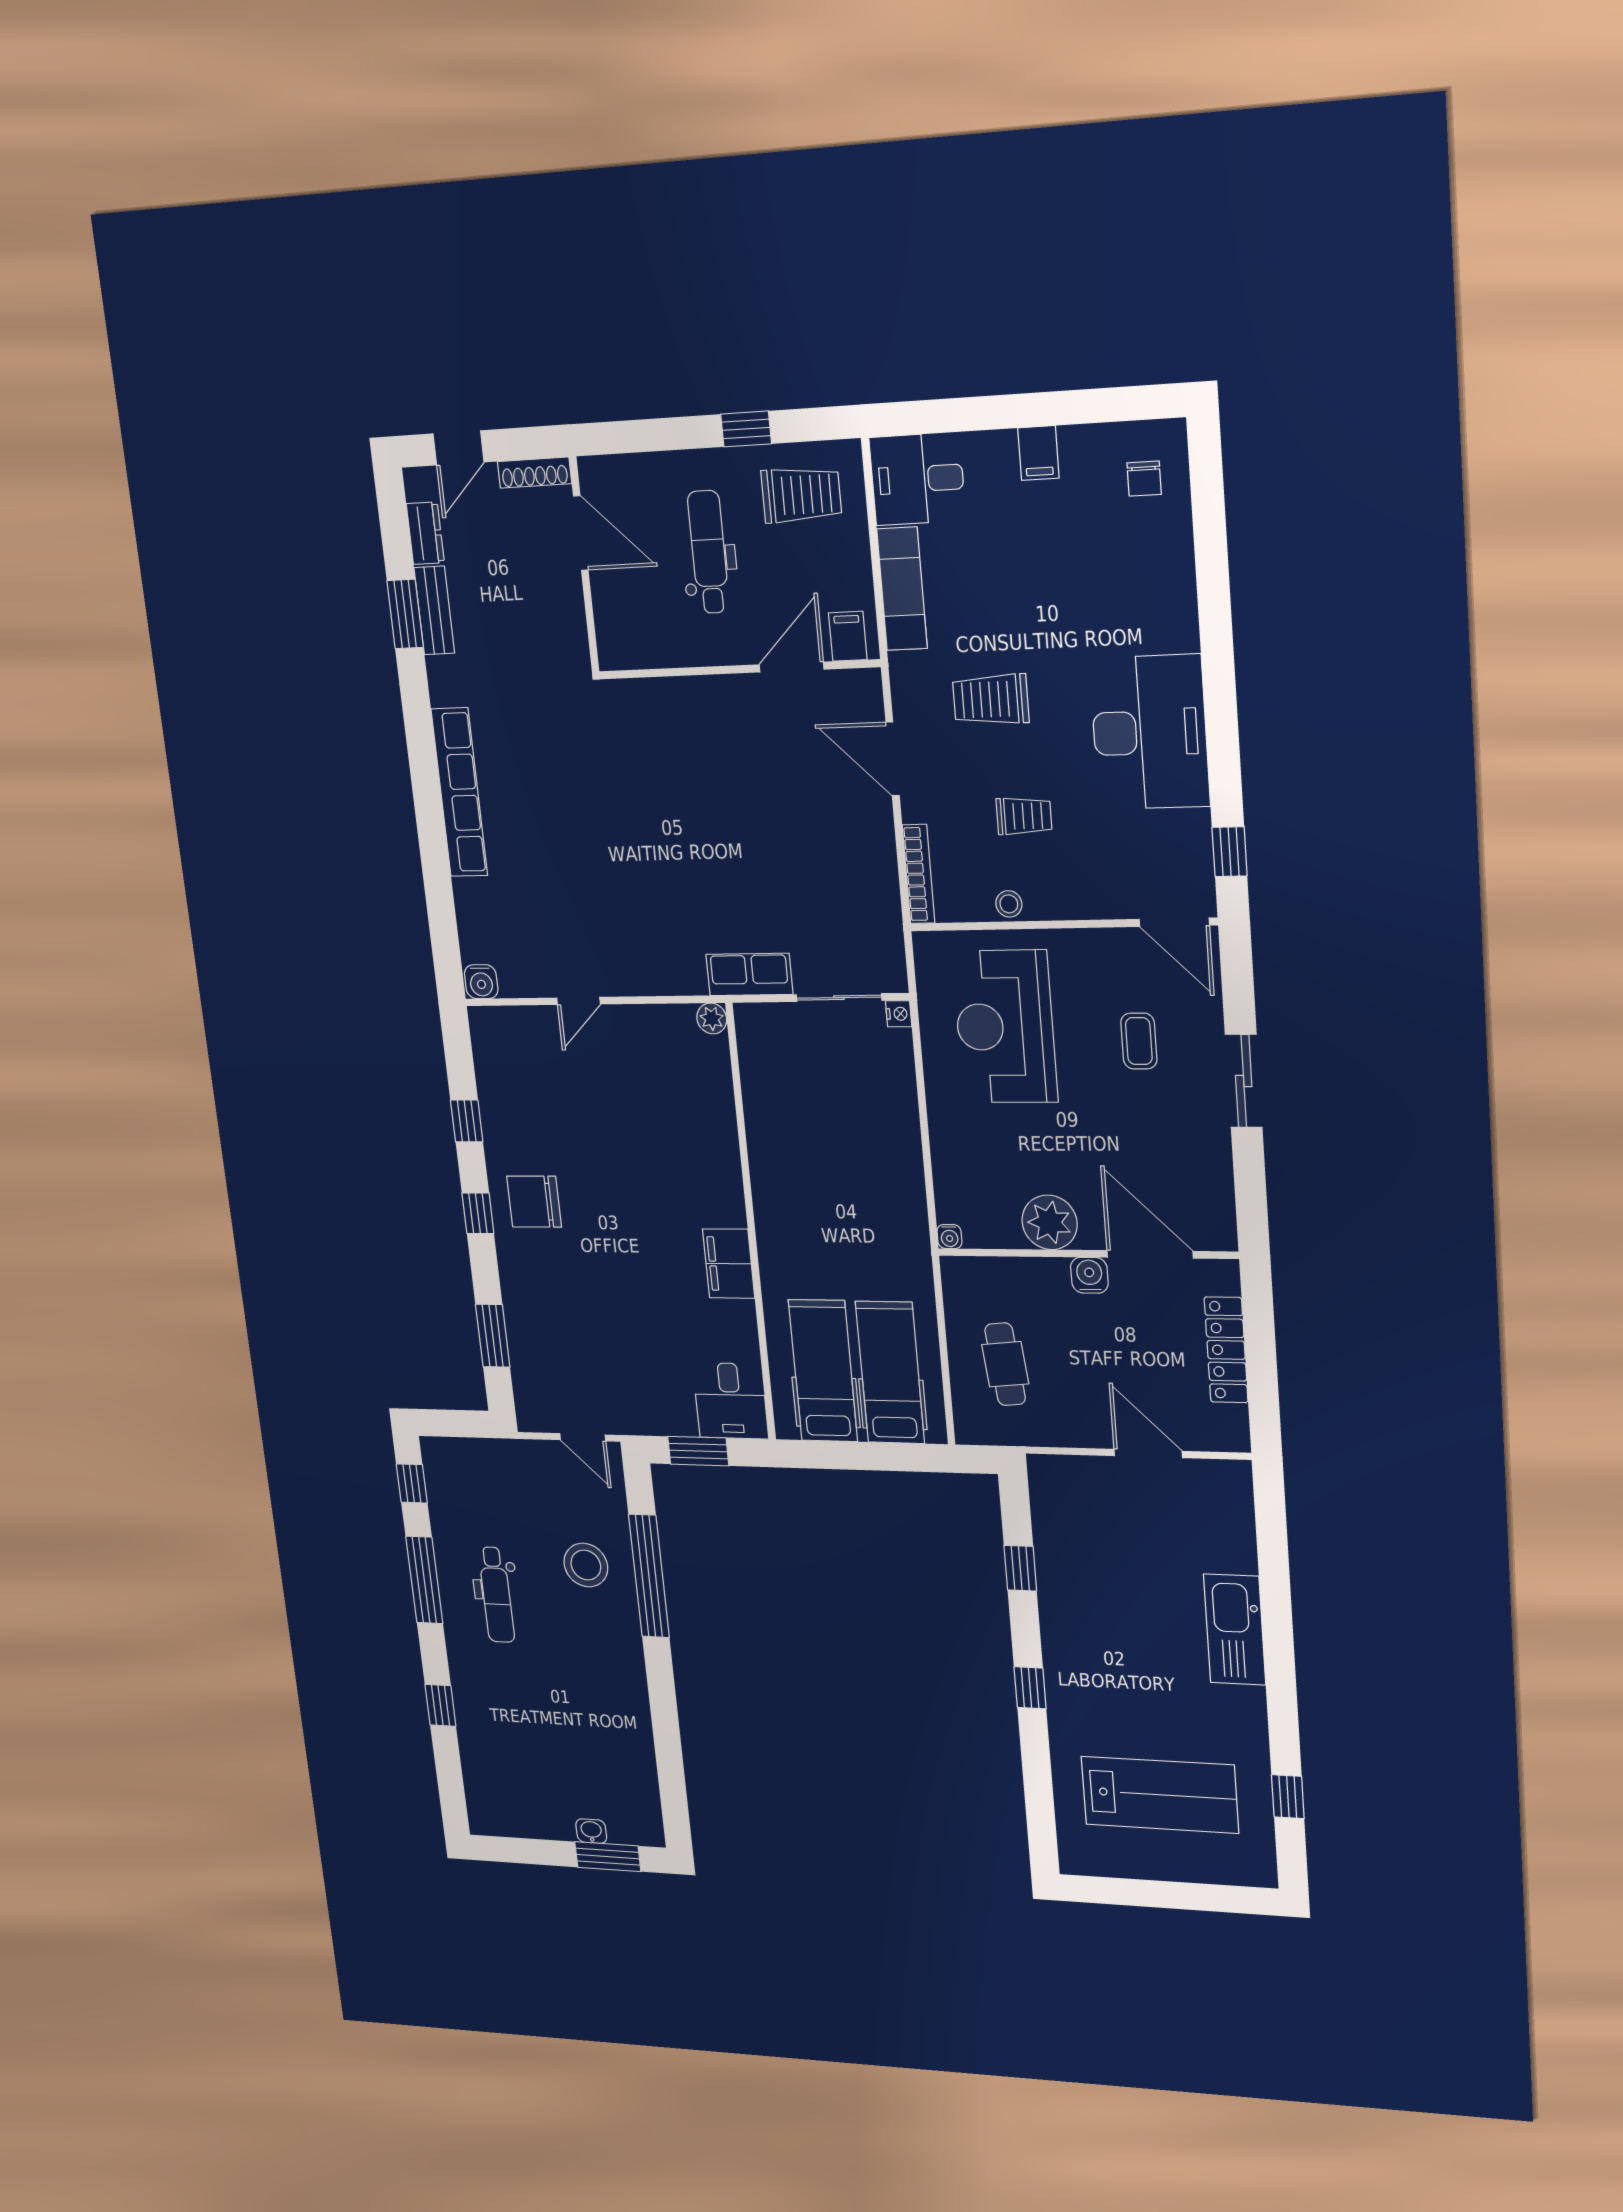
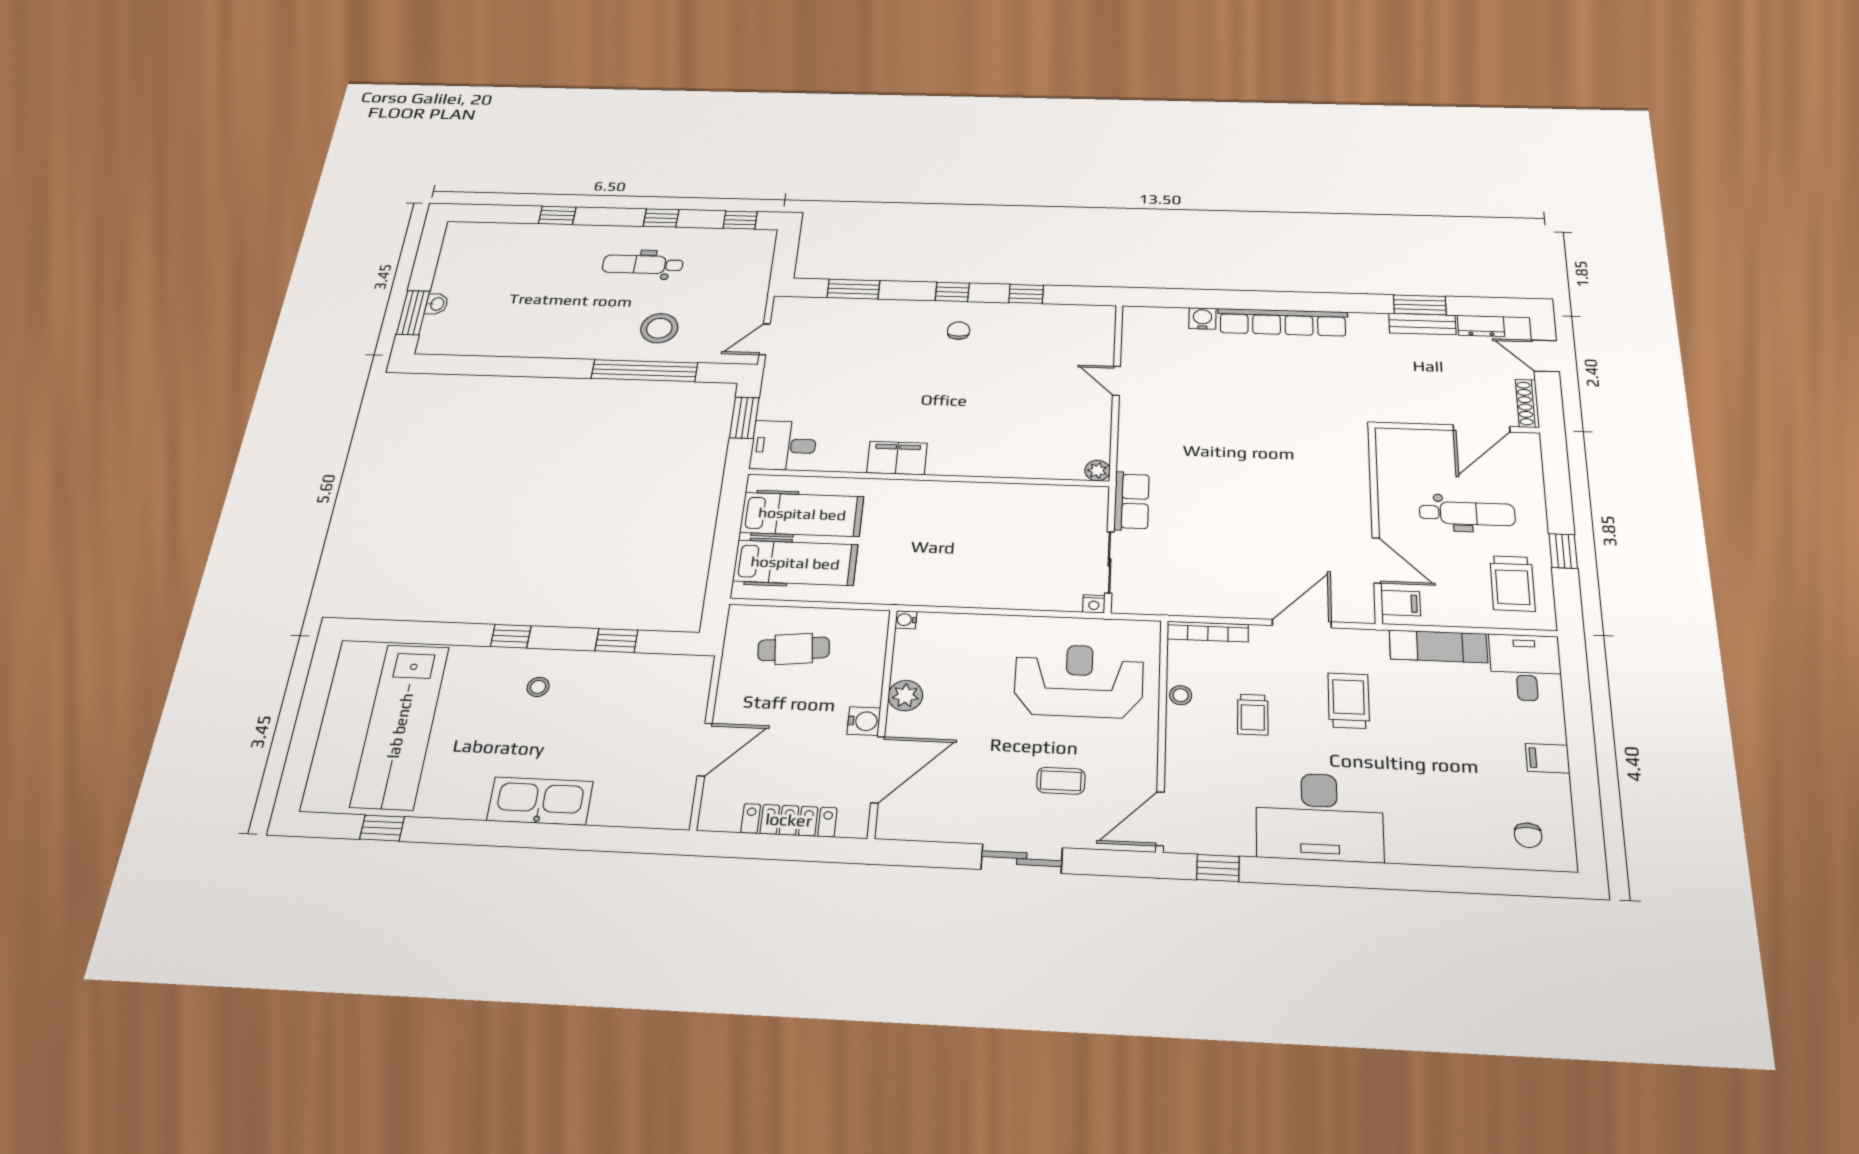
chair: (1144, 479) -> (1528, 835), turned -90
water cooler: (481, 982) -> (1202, 318), moved, turned 90
chair: (534, 1202) -> (959, 331), width x0.54, depth x0.54
plant: (1050, 1222) -> (905, 696), width x0.73, depth x0.73
window: (424, 1580) -> (661, 218), width x0.46
stool: (1091, 1649) -> (538, 687), added
lab bench: (1160, 1795) -> (400, 726), width x1.36

